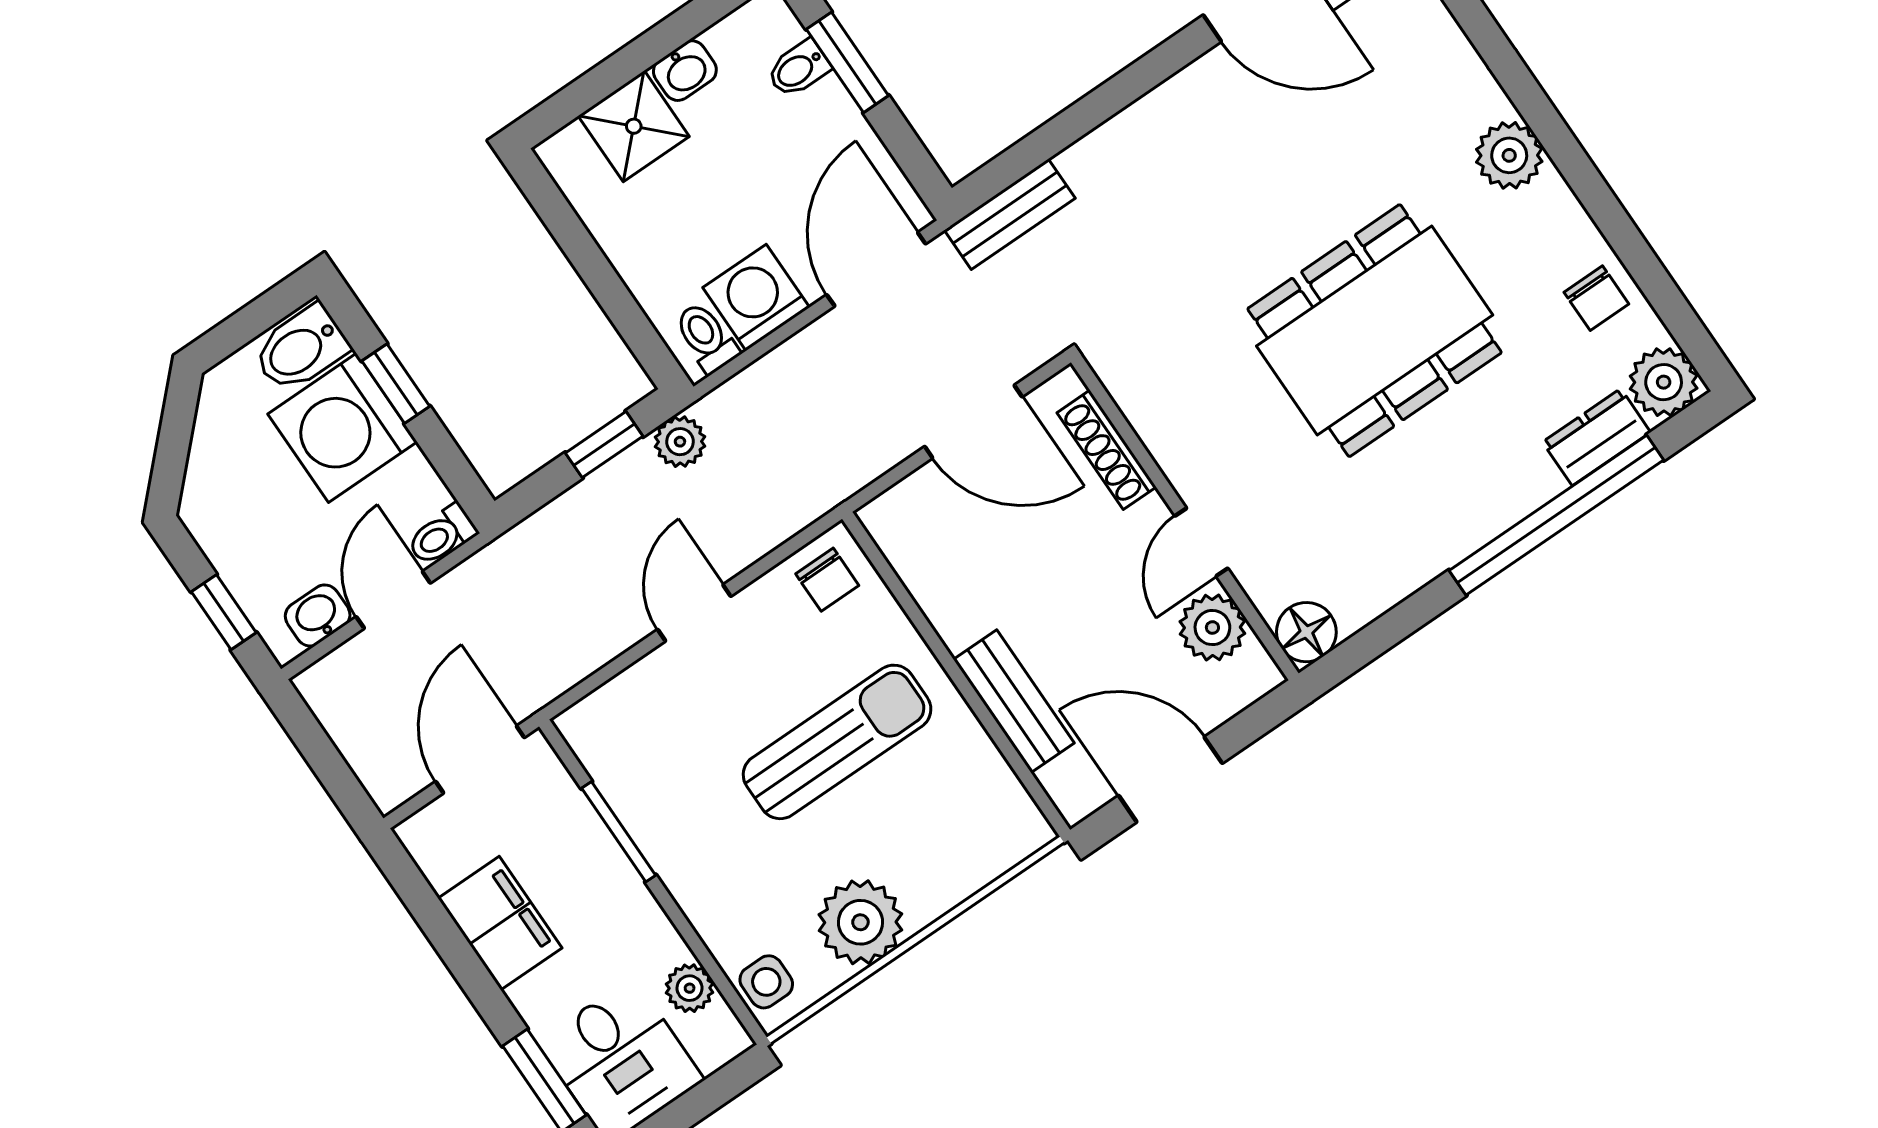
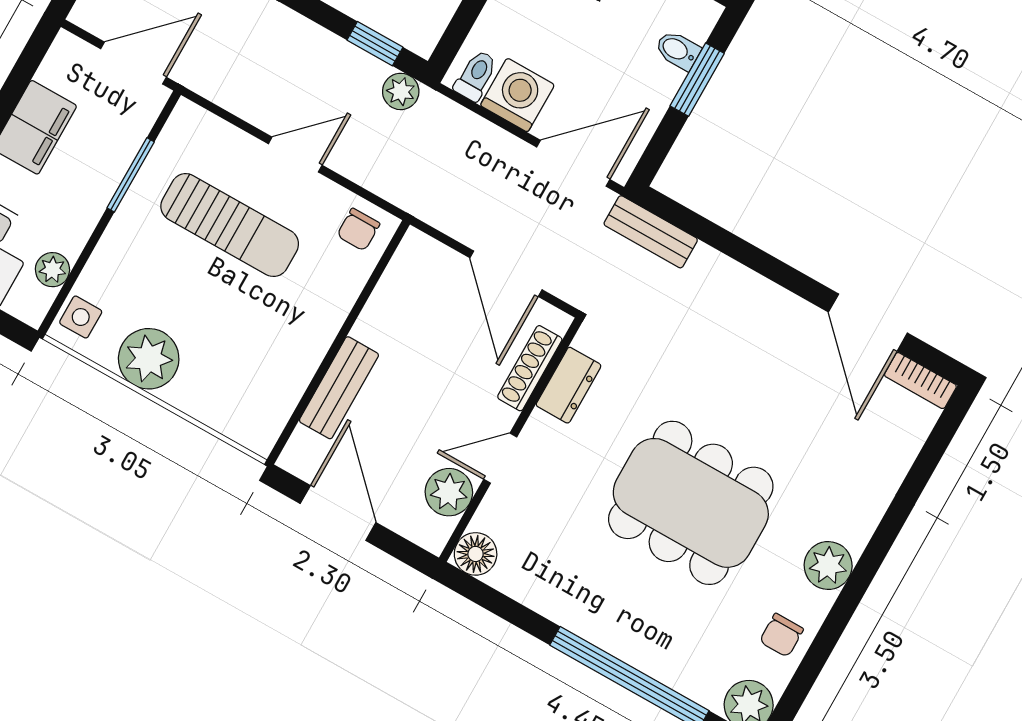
plant: (1509, 155) -> (828, 565), moved
dresser: (1597, 437) -> (569, 385), moved, turned 90
sun lounger: (837, 742) -> (230, 225), moved

